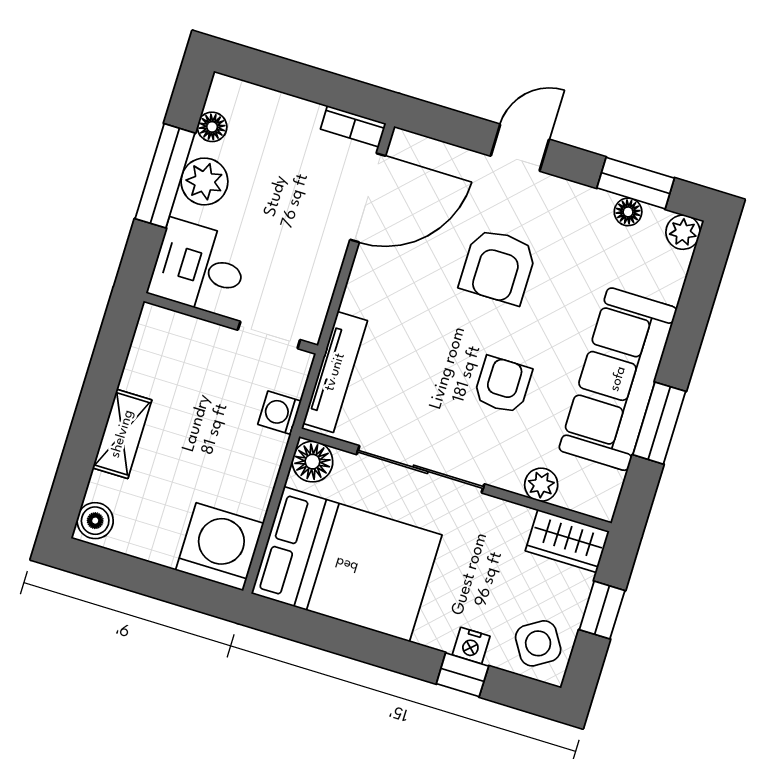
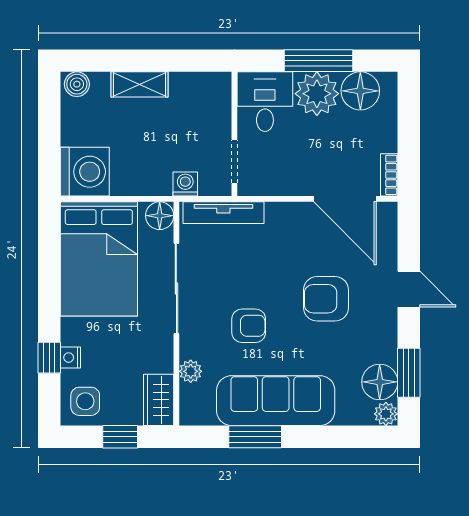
floor lamp: (212, 127) -> (360, 91), width x1.89, depth x1.89
plant: (204, 181) -> (317, 94), width x1.36, depth x1.36
floor lamp: (628, 212) -> (380, 382), width x1.89, depth x1.89
side table: (538, 643) -> (85, 401), turned 32

